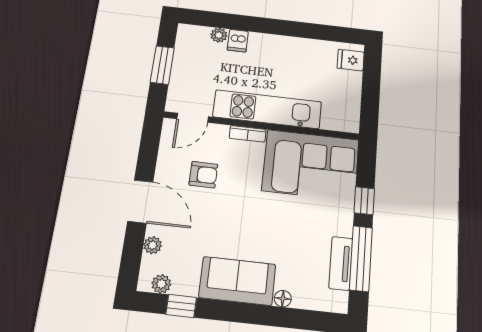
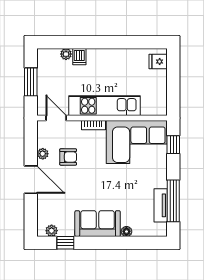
door: (193, 118) -> (56, 118), swing flipped
window: (364, 201) -> (173, 145), moved
plant: (153, 245) -> (43, 154), moved

